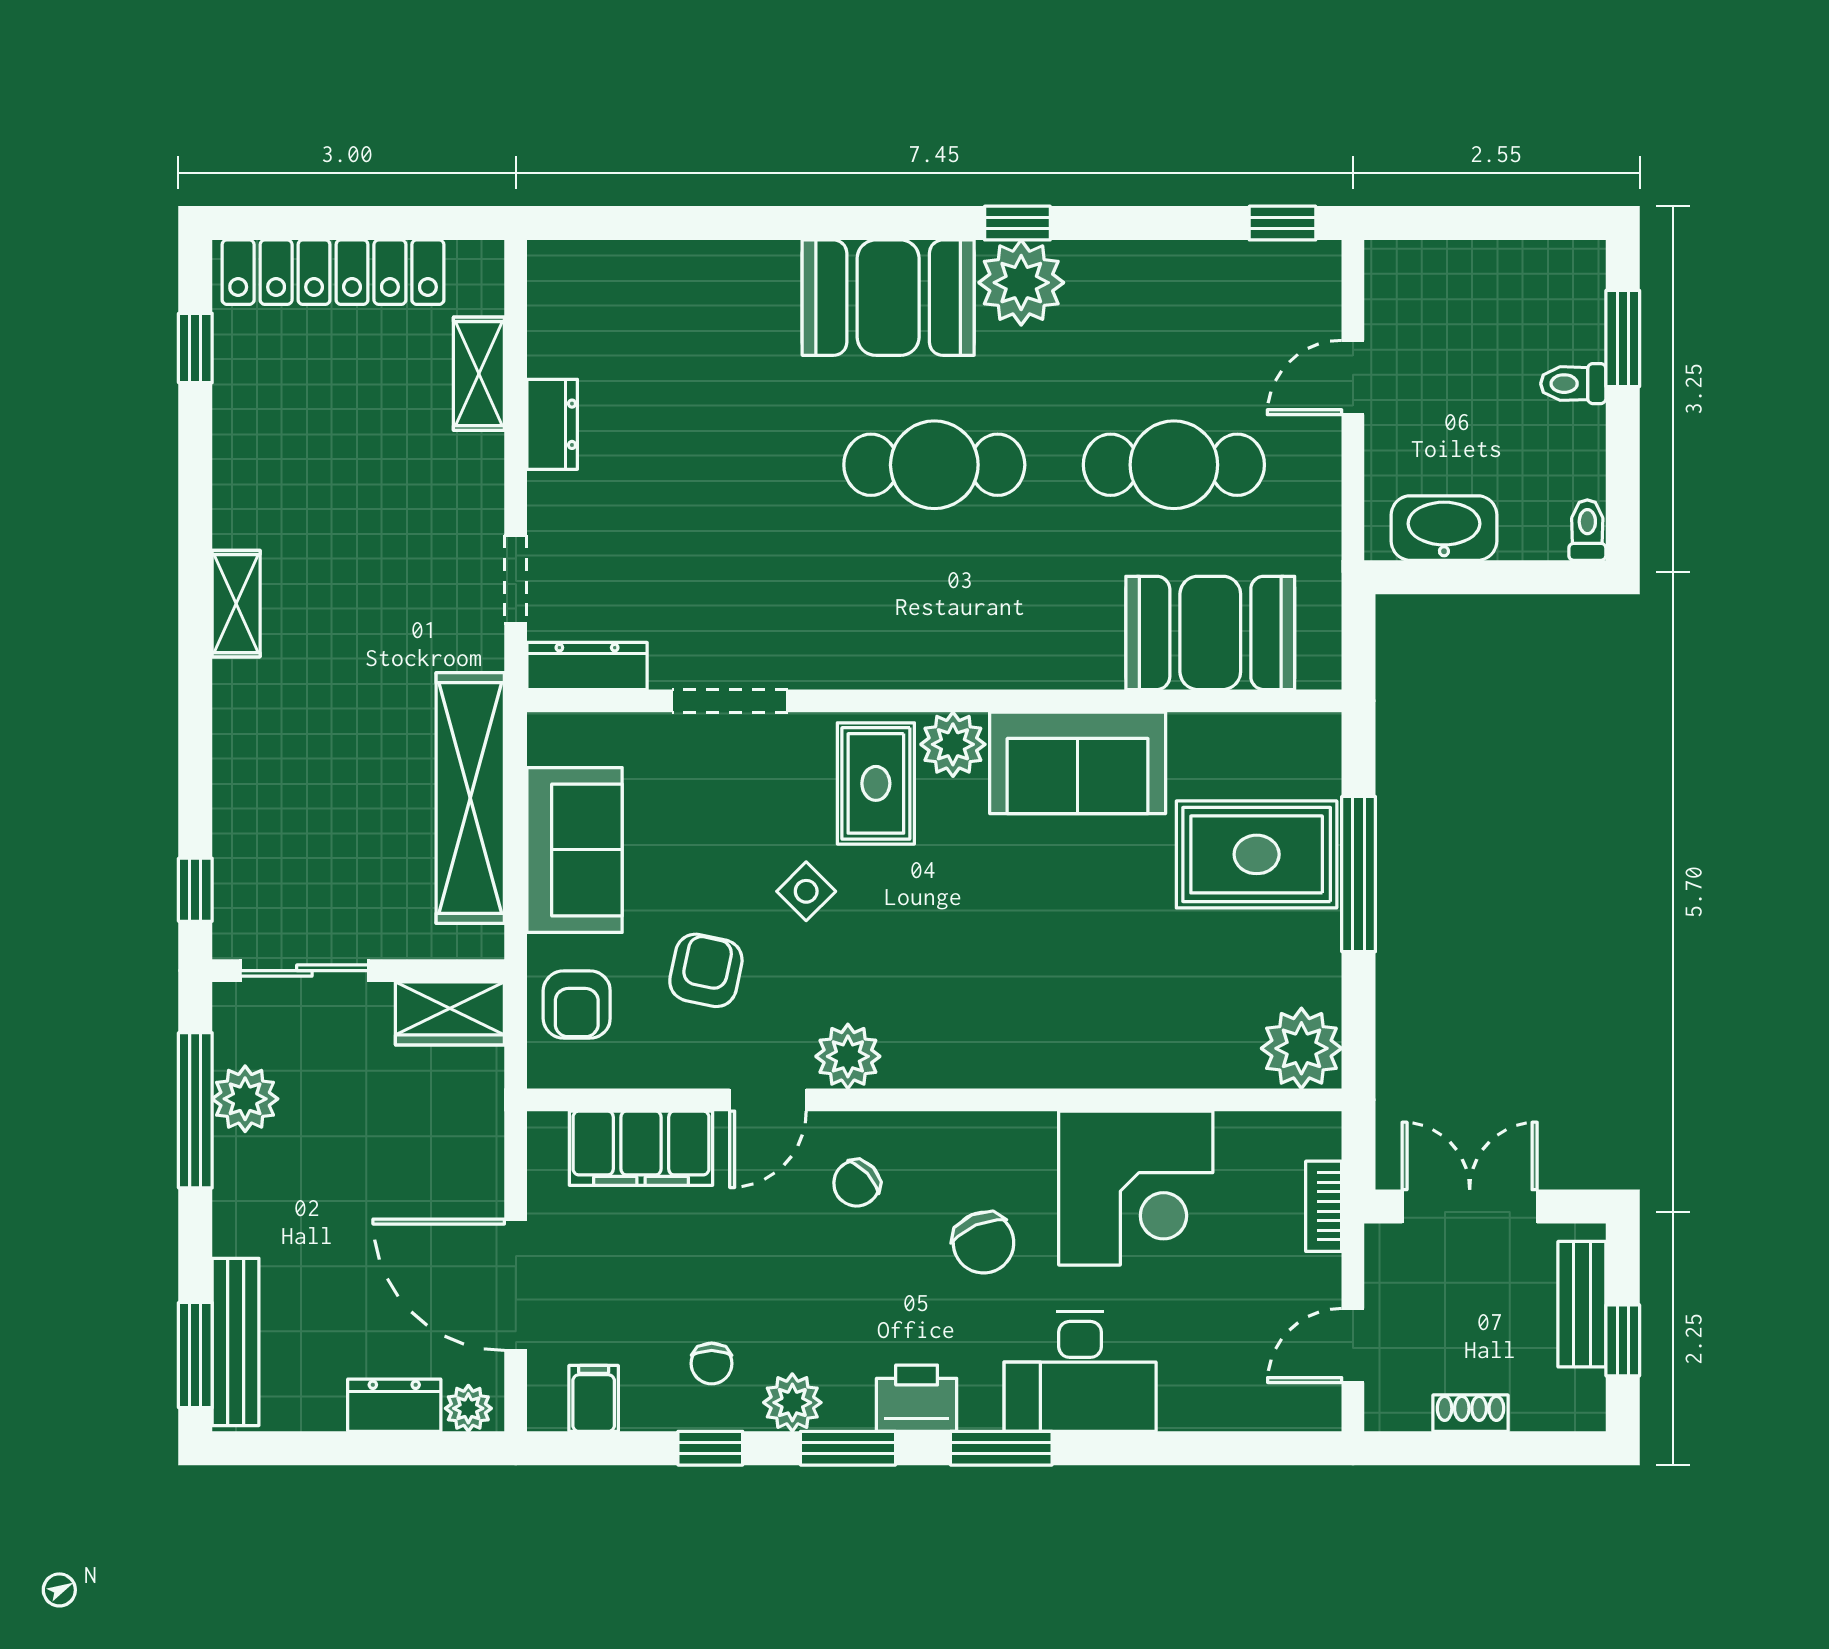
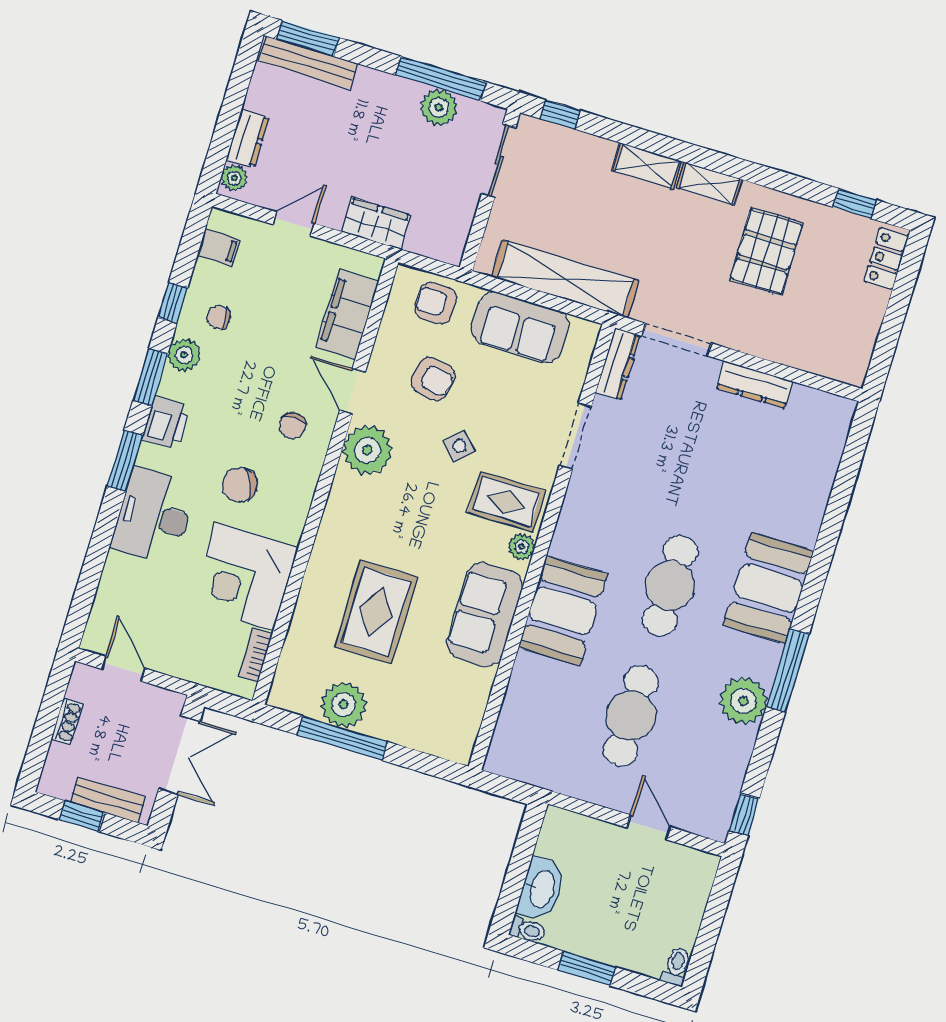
window: (1017, 223) -> (788, 671), width x2.17
locker: (333, 272) -> (886, 258), width x0.46, depth x0.83
plant: (1021, 283) -> (743, 701), moved
window: (1623, 339) -> (587, 969), moved
shelving: (479, 374) -> (647, 166), moved
toilet: (1573, 384) -> (677, 966), moved
dresser: (552, 424) -> (755, 385), width x1.44
pallet: (321, 473) -> (766, 252), added
washbasin: (1444, 528) -> (541, 889), moved
doorway: (516, 579) -> (677, 340), width x1.38
booth: (1210, 633) -> (563, 611), moved
plant: (953, 744) -> (521, 547), width x0.73, depth x0.73
rug: (1257, 854) -> (376, 612), moved
window: (1359, 874) -> (342, 738), moved
wardrobe: (450, 1013) -> (376, 223), moved, turned 90
plant: (1301, 1048) -> (344, 705), moved
plant: (848, 1056) -> (367, 450), width x1.36, depth x1.36
chair: (857, 1183) -> (293, 426), turned -137
bookcase: (1324, 1206) -> (256, 655), moved, turned -90
door: (516, 1285) -> (293, 224), width x0.53

